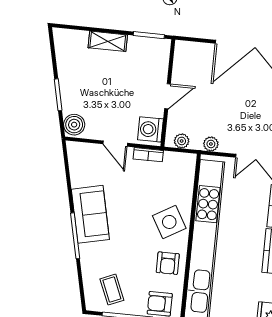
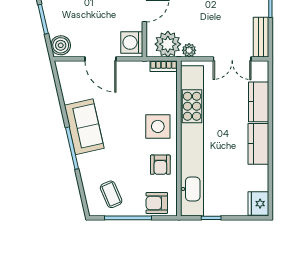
plant: (182, 141) -> (168, 44), width x1.87, depth x1.87
door: (115, 144) -> (100, 59), width x1.38
bookcase: (148, 155) -> (164, 66), moved
side table: (169, 222) -> (158, 126), turned 30

